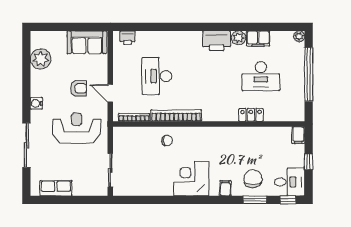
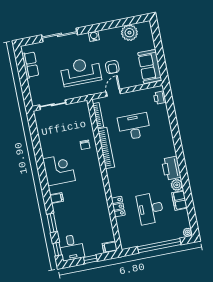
reception desk: (77, 128) -> (81, 72), turned -90
chair: (253, 179) -> (68, 218), removed

